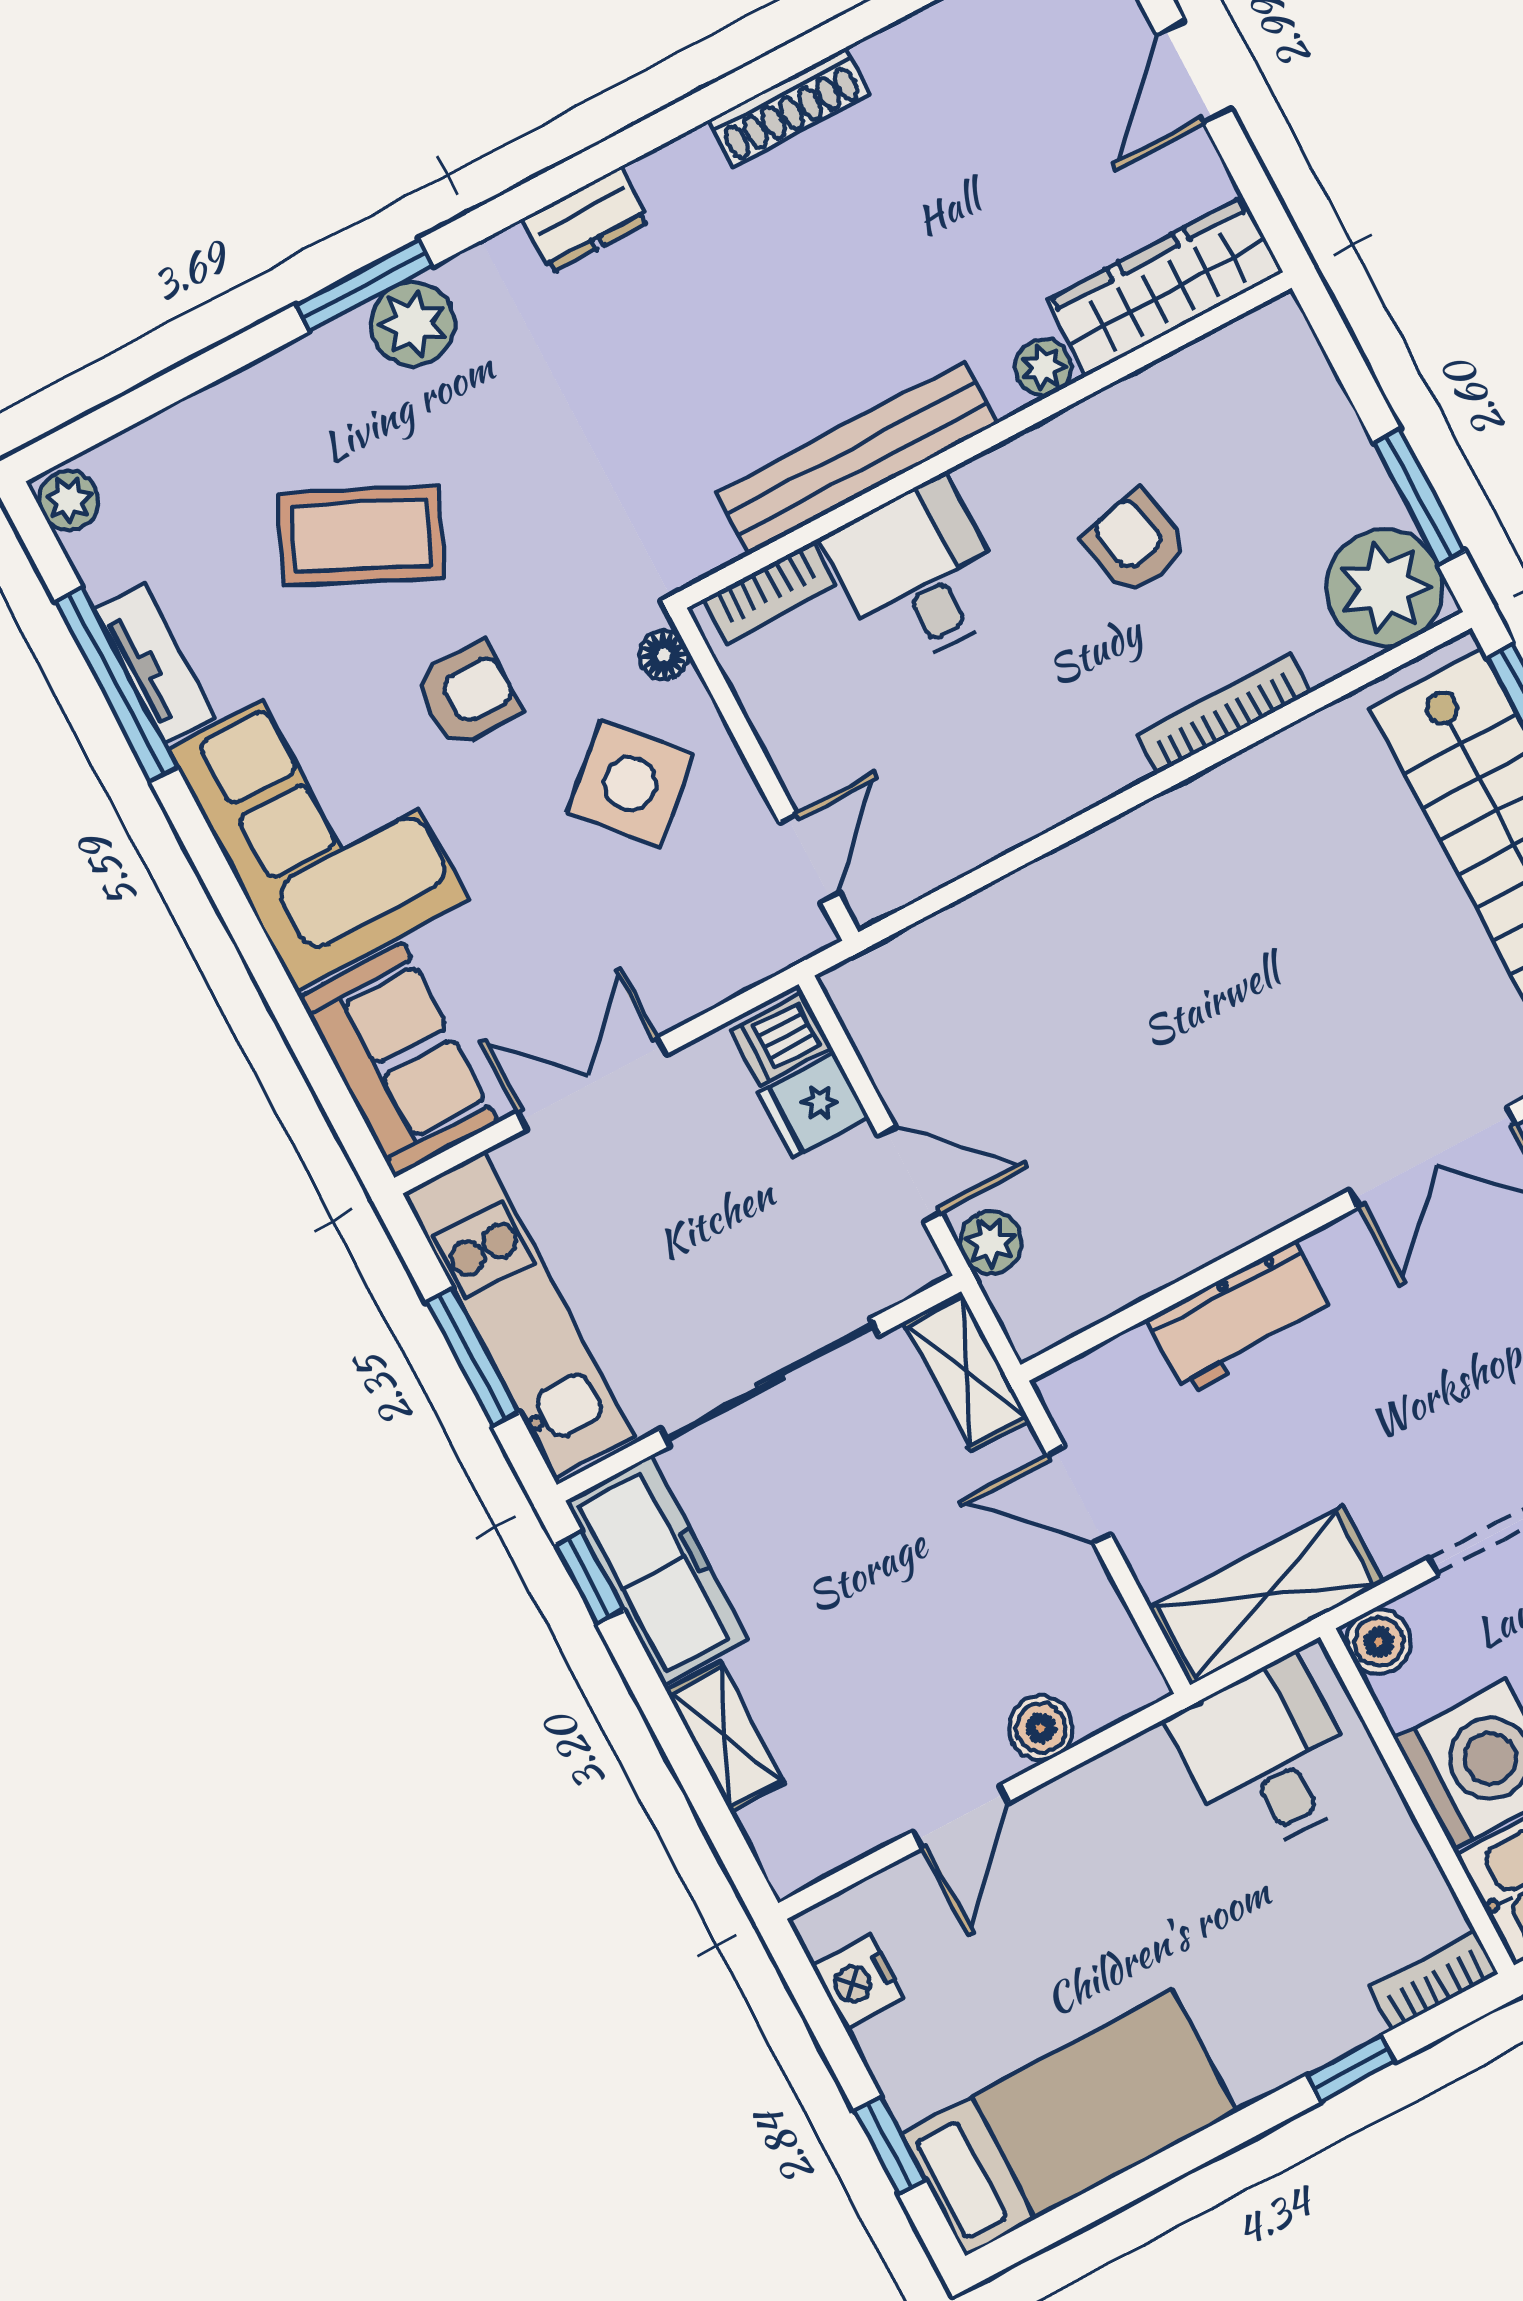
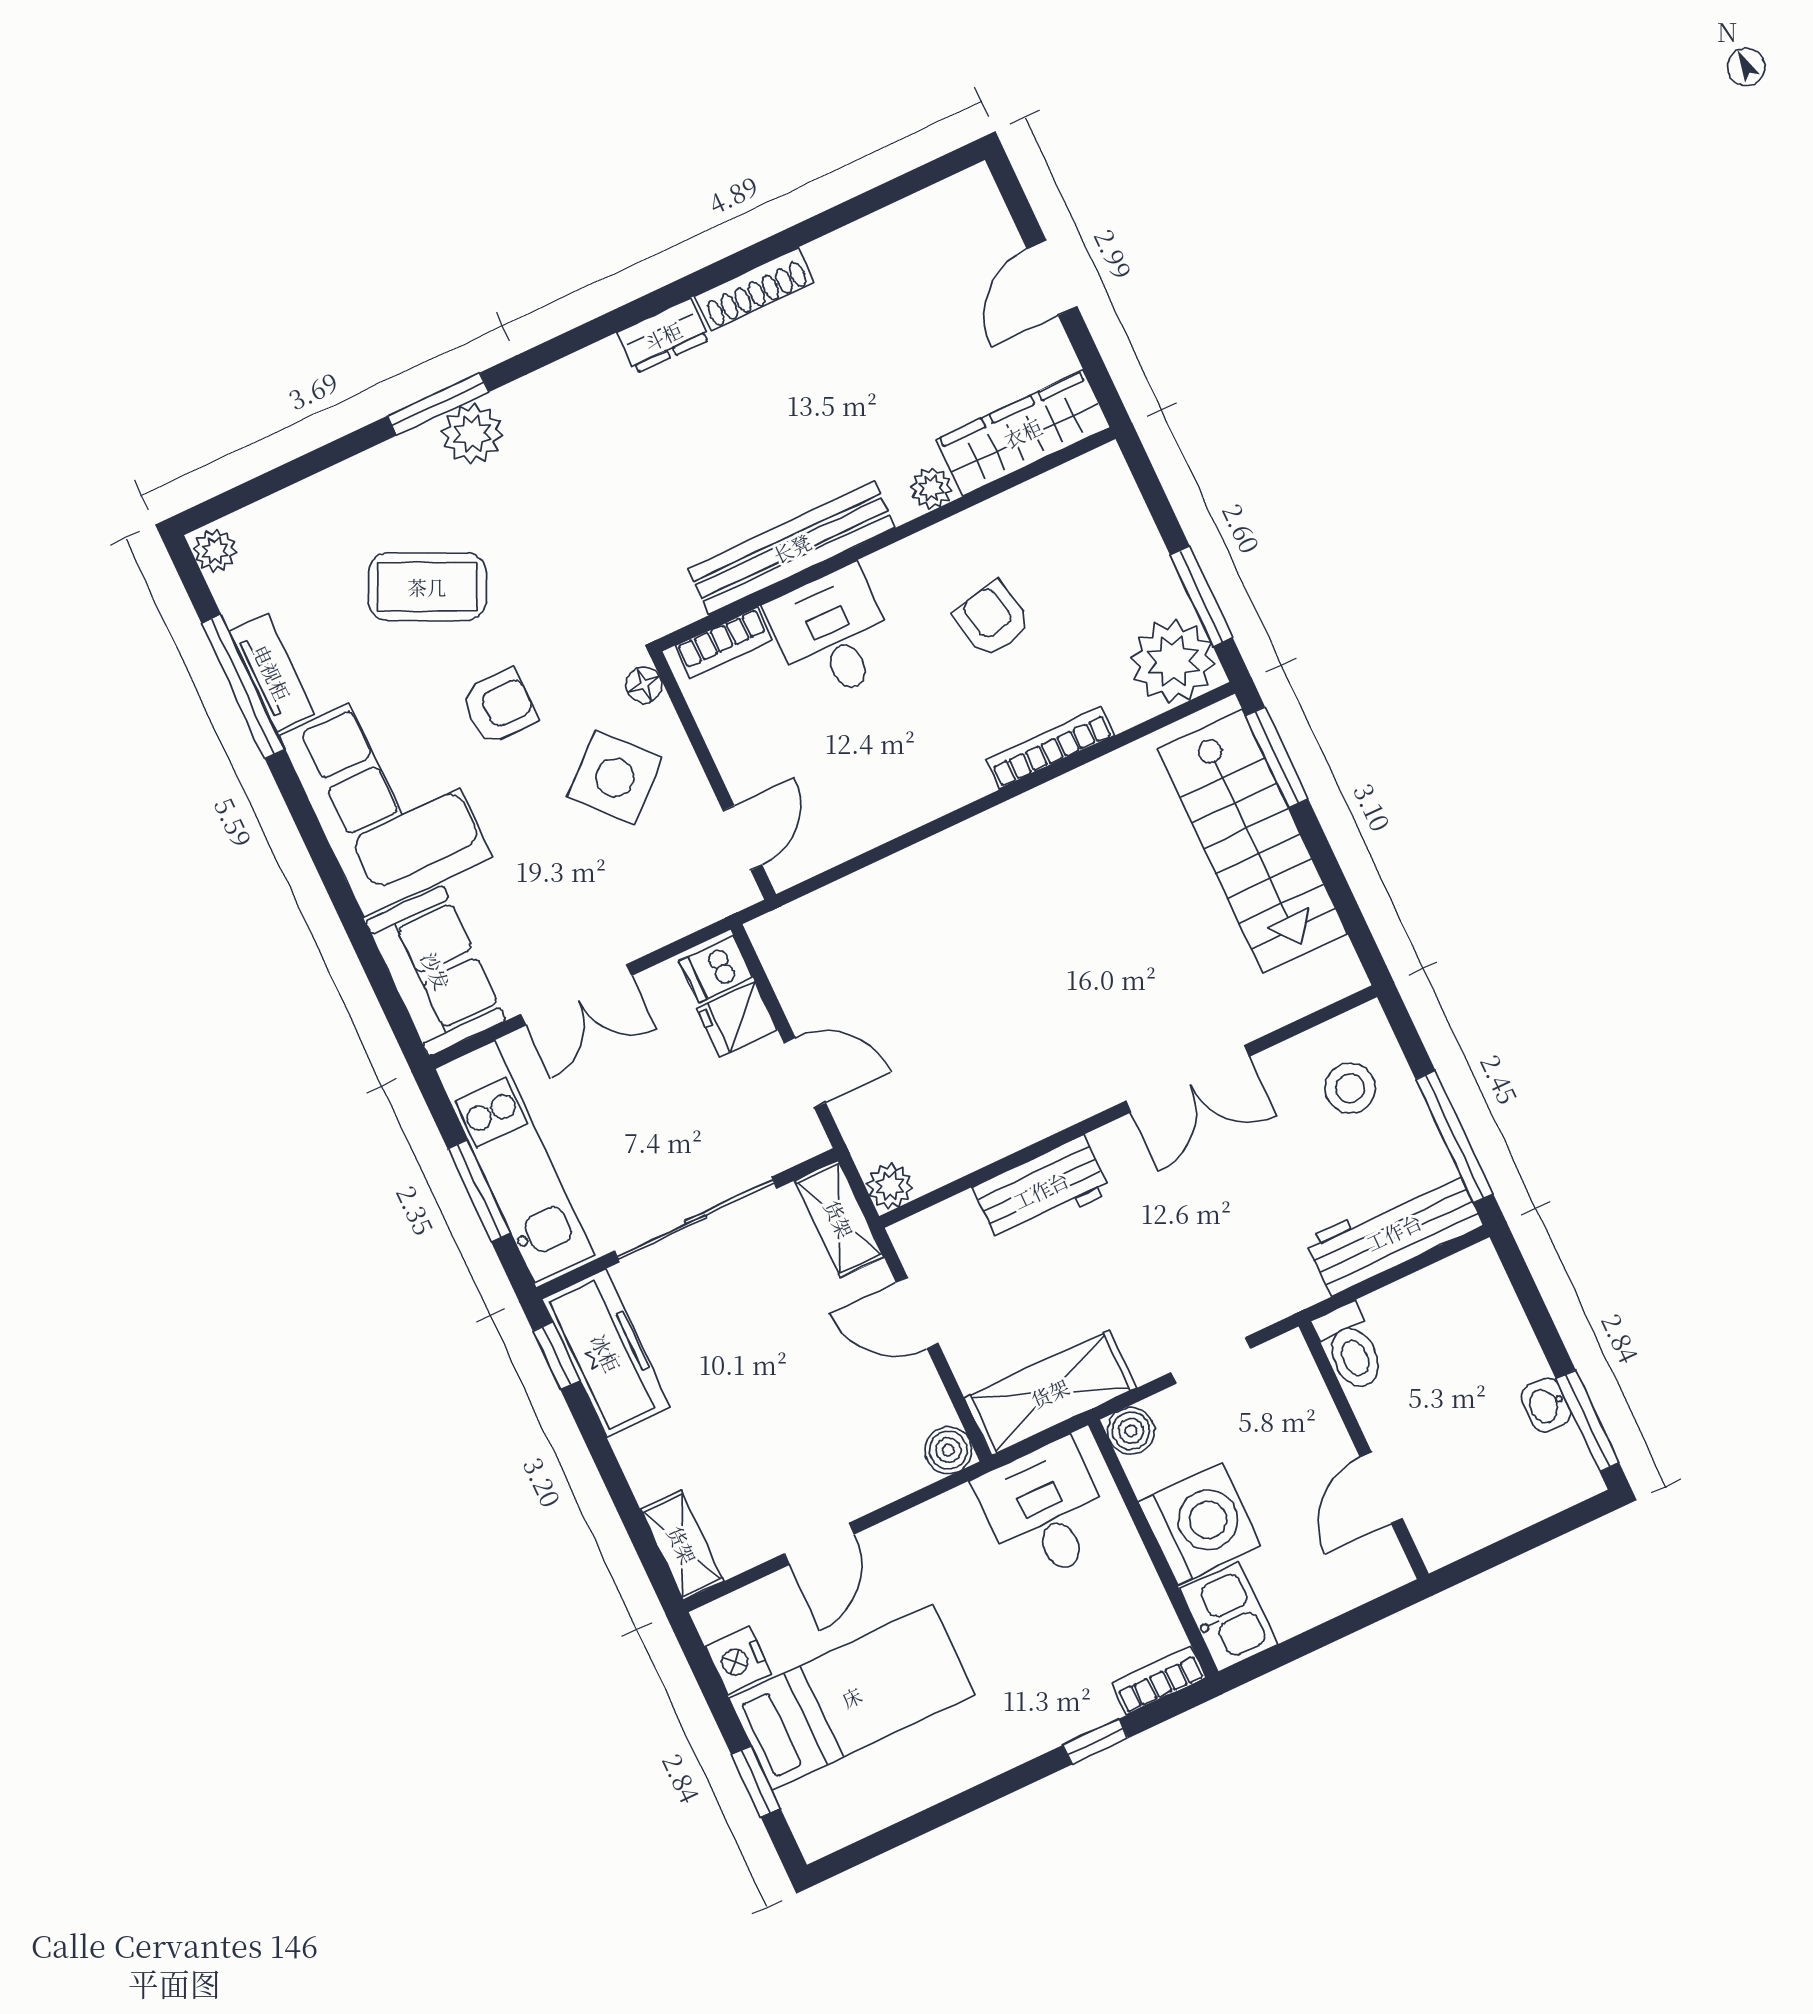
dresser: (586, 220) -> (663, 336), moved
double door: (592, 1083) -> (576, 995), swing flipped
plant: (991, 1243) -> (890, 1186), moved
boiler: (1041, 1728) -> (948, 1450), moved
shelving: (725, 1737) -> (682, 1545), moved
bed: (1069, 2123) -> (852, 1697), moved

